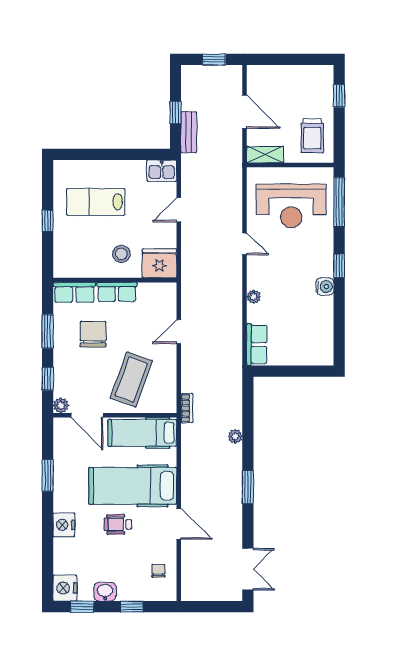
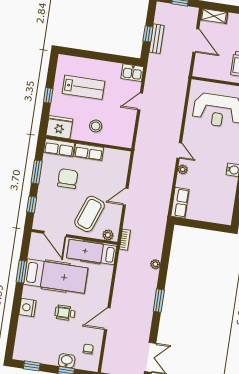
bench: (189, 132) -> (157, 39), moved
shelving: (265, 155) -> (214, 16), moved
lab bench: (96, 202) -> (83, 87), turned 180
door: (245, 244) -> (179, 150), moved
fridge: (159, 263) -> (59, 127), moved
door: (179, 332) -> (126, 197), moved
plant: (61, 405) -> (108, 235), moved
hospital bed: (133, 486) -> (56, 276), moved, turned 180
door: (179, 524) -> (107, 319), swing flipped
nightstand: (65, 588) -> (22, 351), removed
washbasin: (105, 592) -> (67, 361), moved

